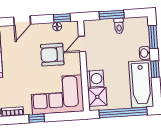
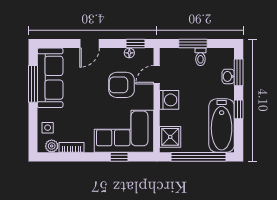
washbasin: (145, 53) -> (228, 76), moved
washing machine: (95, 79) -> (169, 100), moved
window: (37, 118) -> (119, 157), moved

